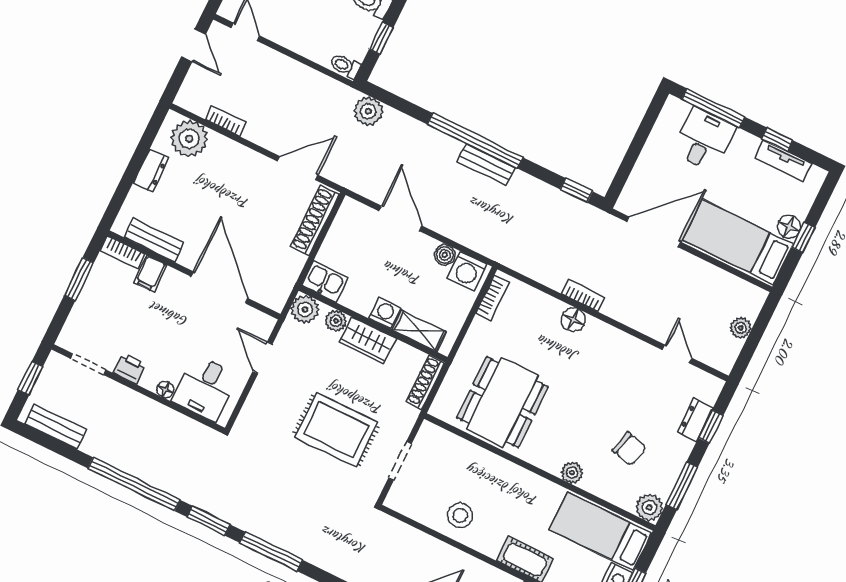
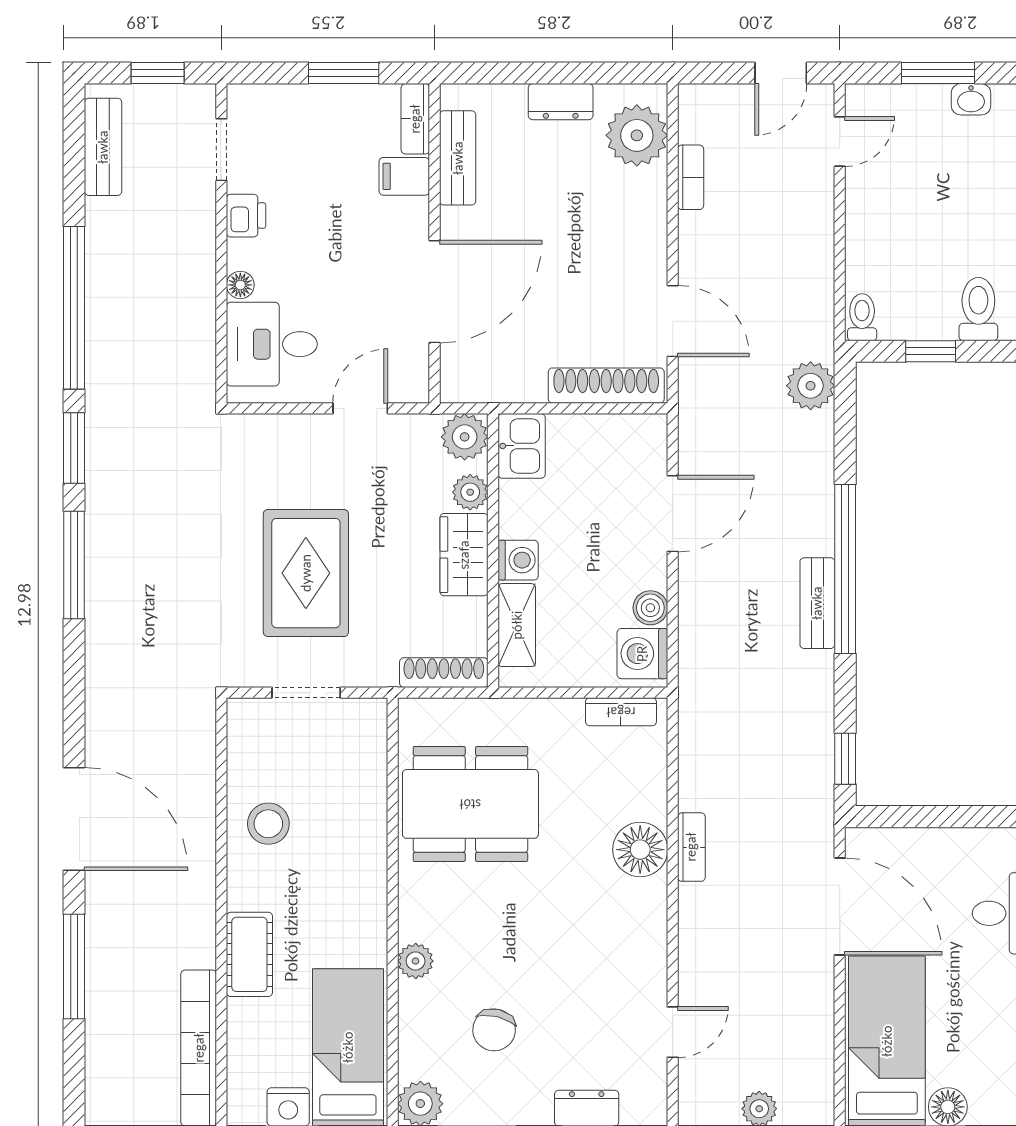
floor lamp: (573, 320) -> (640, 850), width x1.38, depth x1.38

